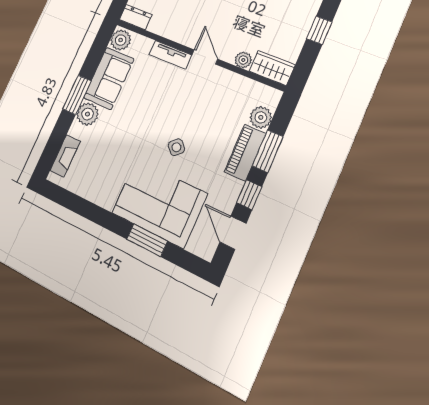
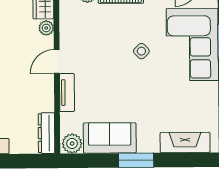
dresser: (136, 17) -> (46, 133), width x1.44
plant: (88, 114) -> (148, 142), removed
fireplace: (65, 156) -> (185, 142), width x1.37, depth x1.32

